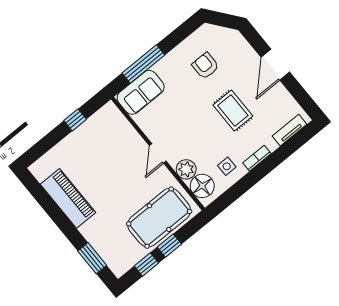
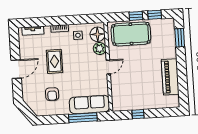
sofa: (141, 92) -> (89, 105), width x1.36

